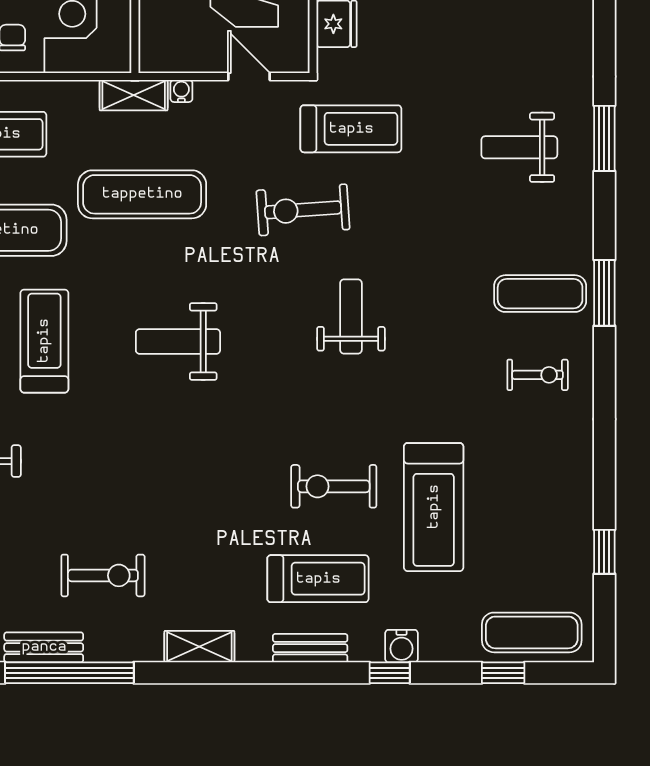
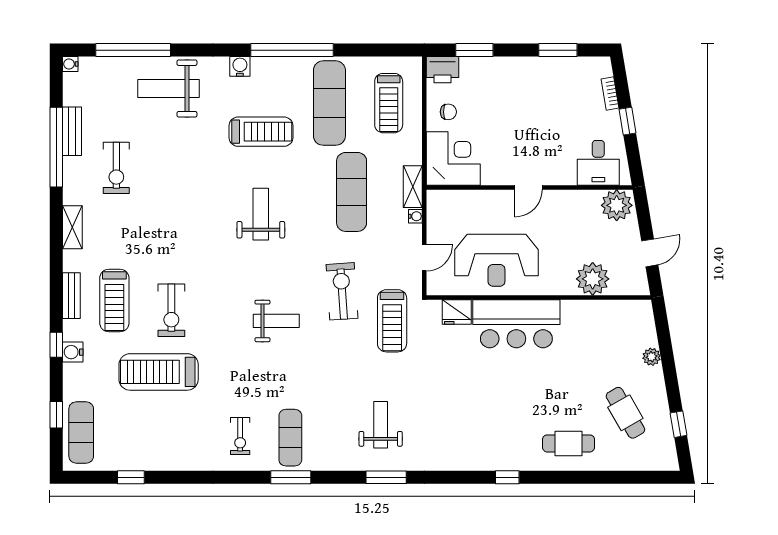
exercise bike: (334, 486) -> (171, 310), turned 180

